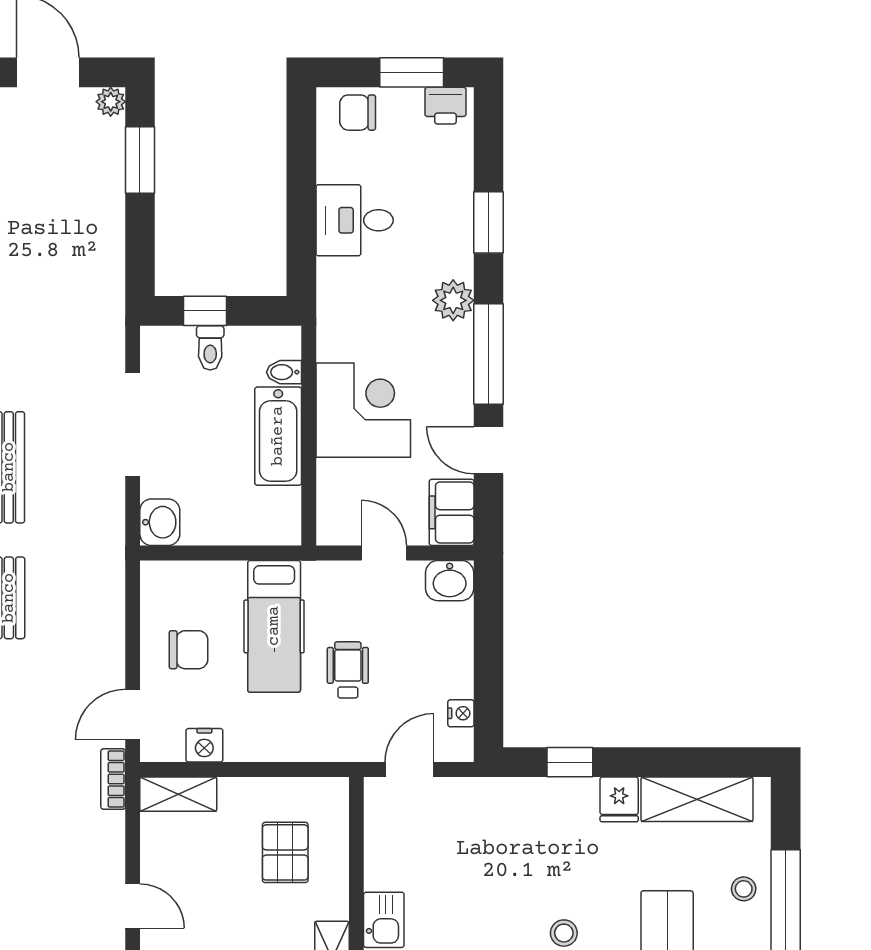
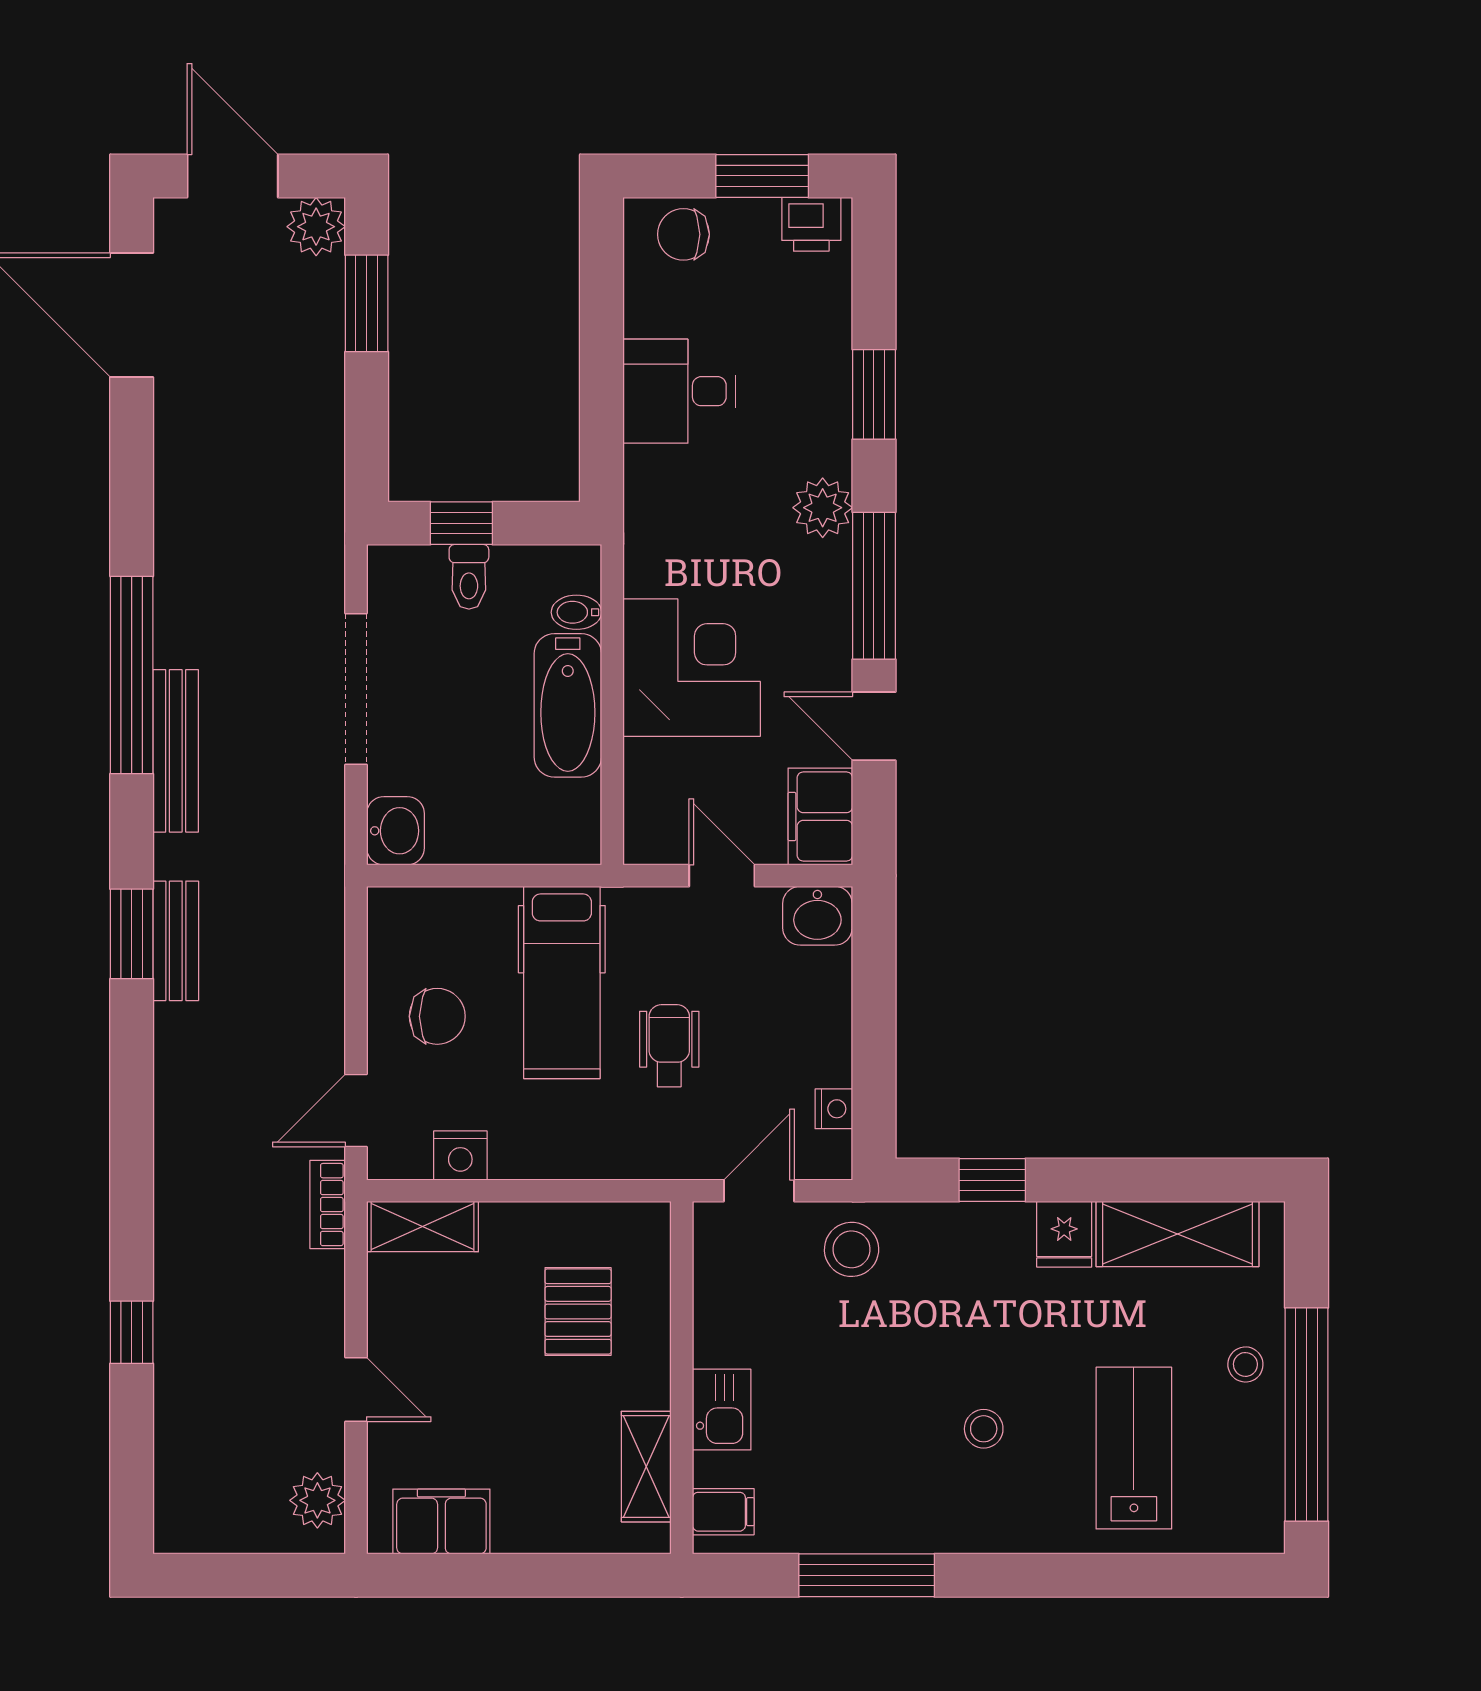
plant: (111, 102) -> (316, 227), width x1.38, depth x1.38
stool: (473, 810) -> (852, 1249), added

